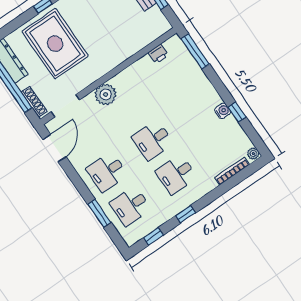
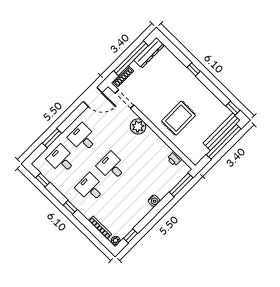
rug: (55, 44) -> (179, 118), moved, width x0.73, depth x0.69
water cooler: (223, 111) -> (154, 201), moved
window: (237, 112) -> (130, 236), moved
window: (185, 214) -> (70, 207), moved

